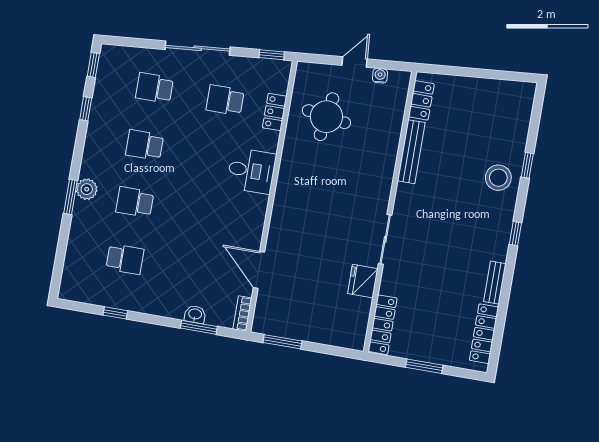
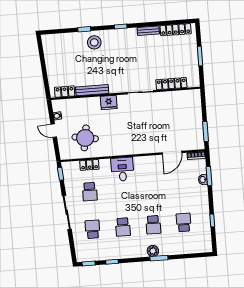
school desk: (154, 88) -> (93, 229), turned 180
fridge: (363, 281) -> (109, 102), moved
locker: (383, 325) -> (171, 84), moved

